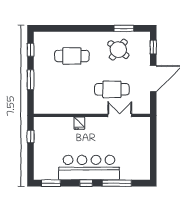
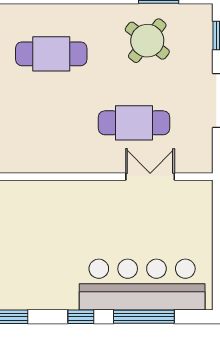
fridge: (79, 123) -> (67, 193), removed
bar counter: (89, 168) -> (142, 285), moved

